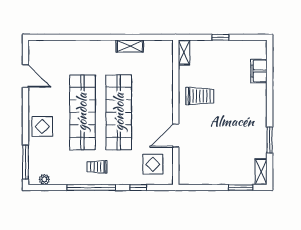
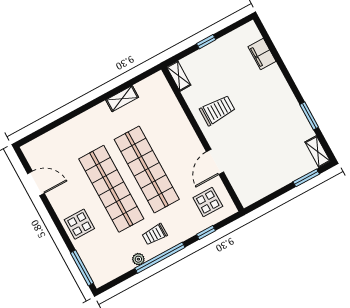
plant: (44, 179) -> (138, 259), moved

